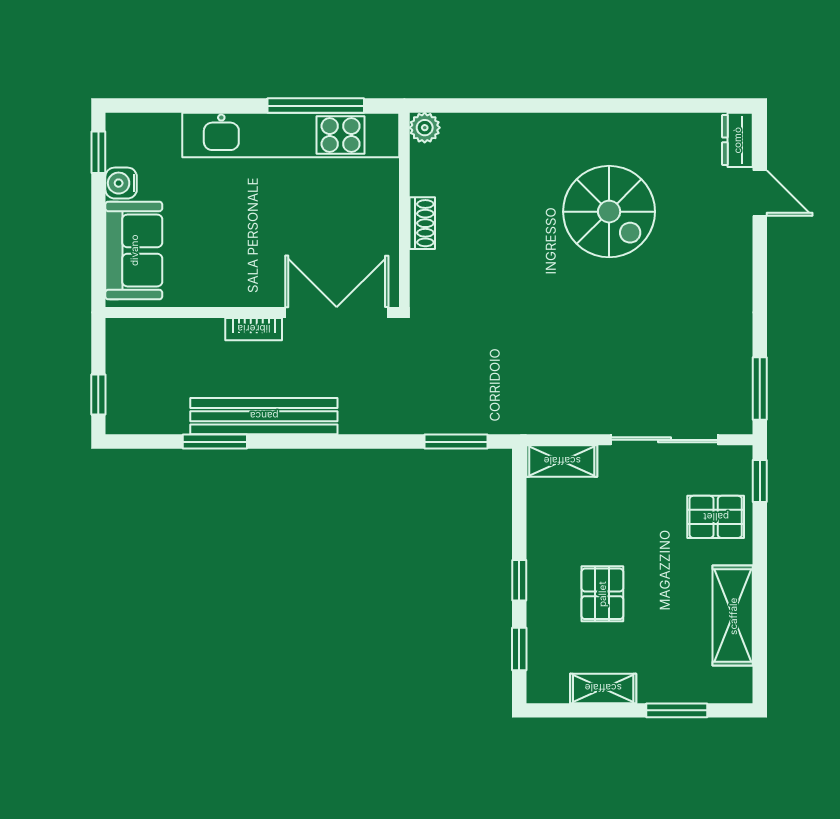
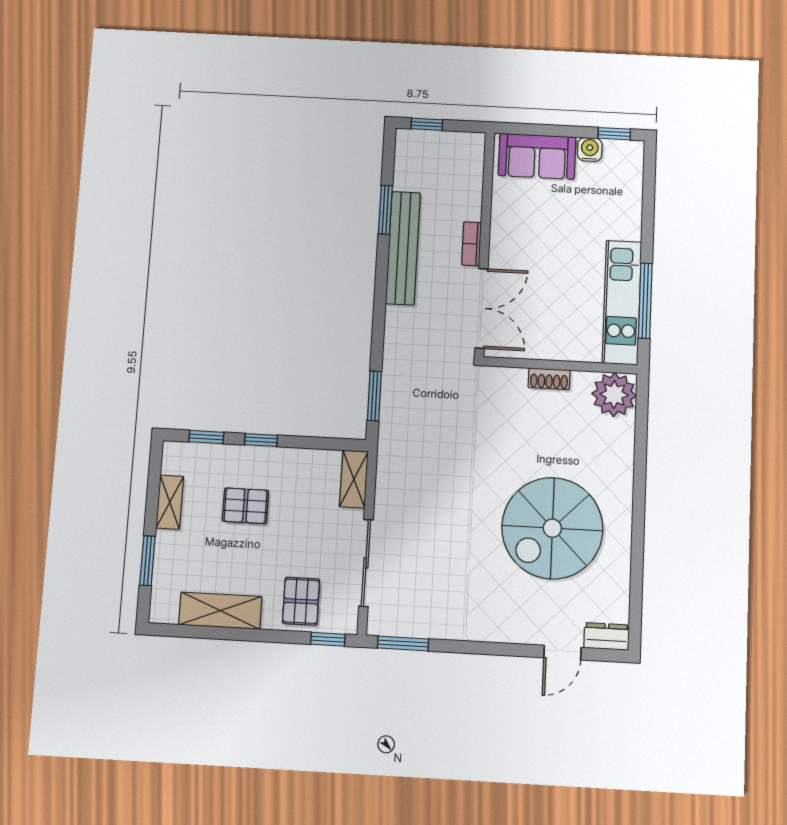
plant: (425, 128) -> (614, 395), width x1.88, depth x1.88
kitchen unit: (291, 135) -> (622, 302), width x0.73
spiral stairs: (609, 212) -> (552, 528), width x1.37, depth x1.37

